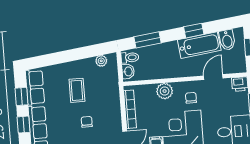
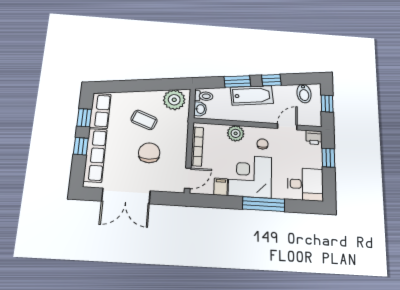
window: (147, 40) -> (237, 82), moved
bathtub: (199, 45) -> (252, 95), moved
plant: (101, 61) -> (174, 100), width x1.87, depth x1.87
coffee table: (77, 90) -> (144, 120), turned -69
chair: (87, 122) -> (149, 153), width x1.87, depth x1.87

